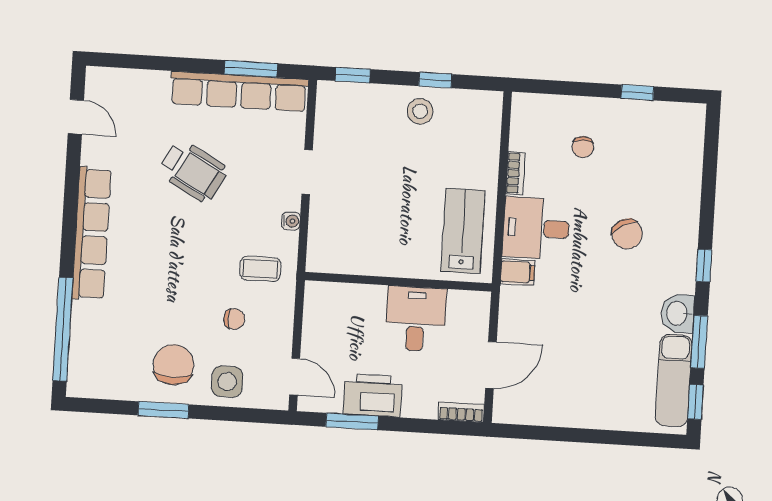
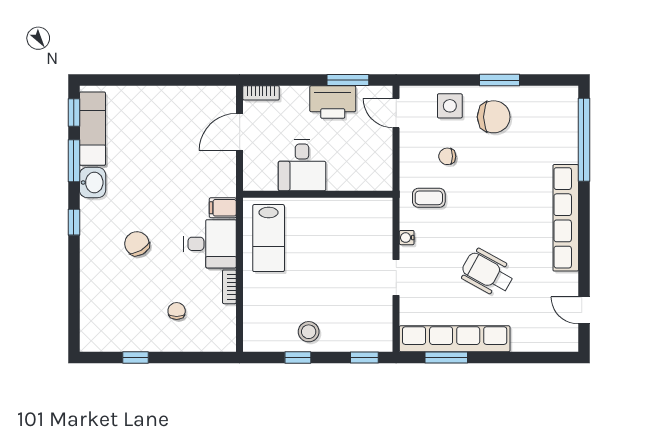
chair: (173, 365) -> (494, 117), turned -90

